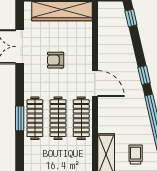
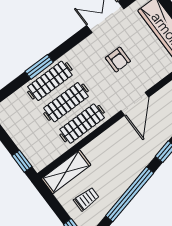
armchair: (56, 60) -> (118, 60), turned 180
door: (95, 84) -> (135, 104), moved

